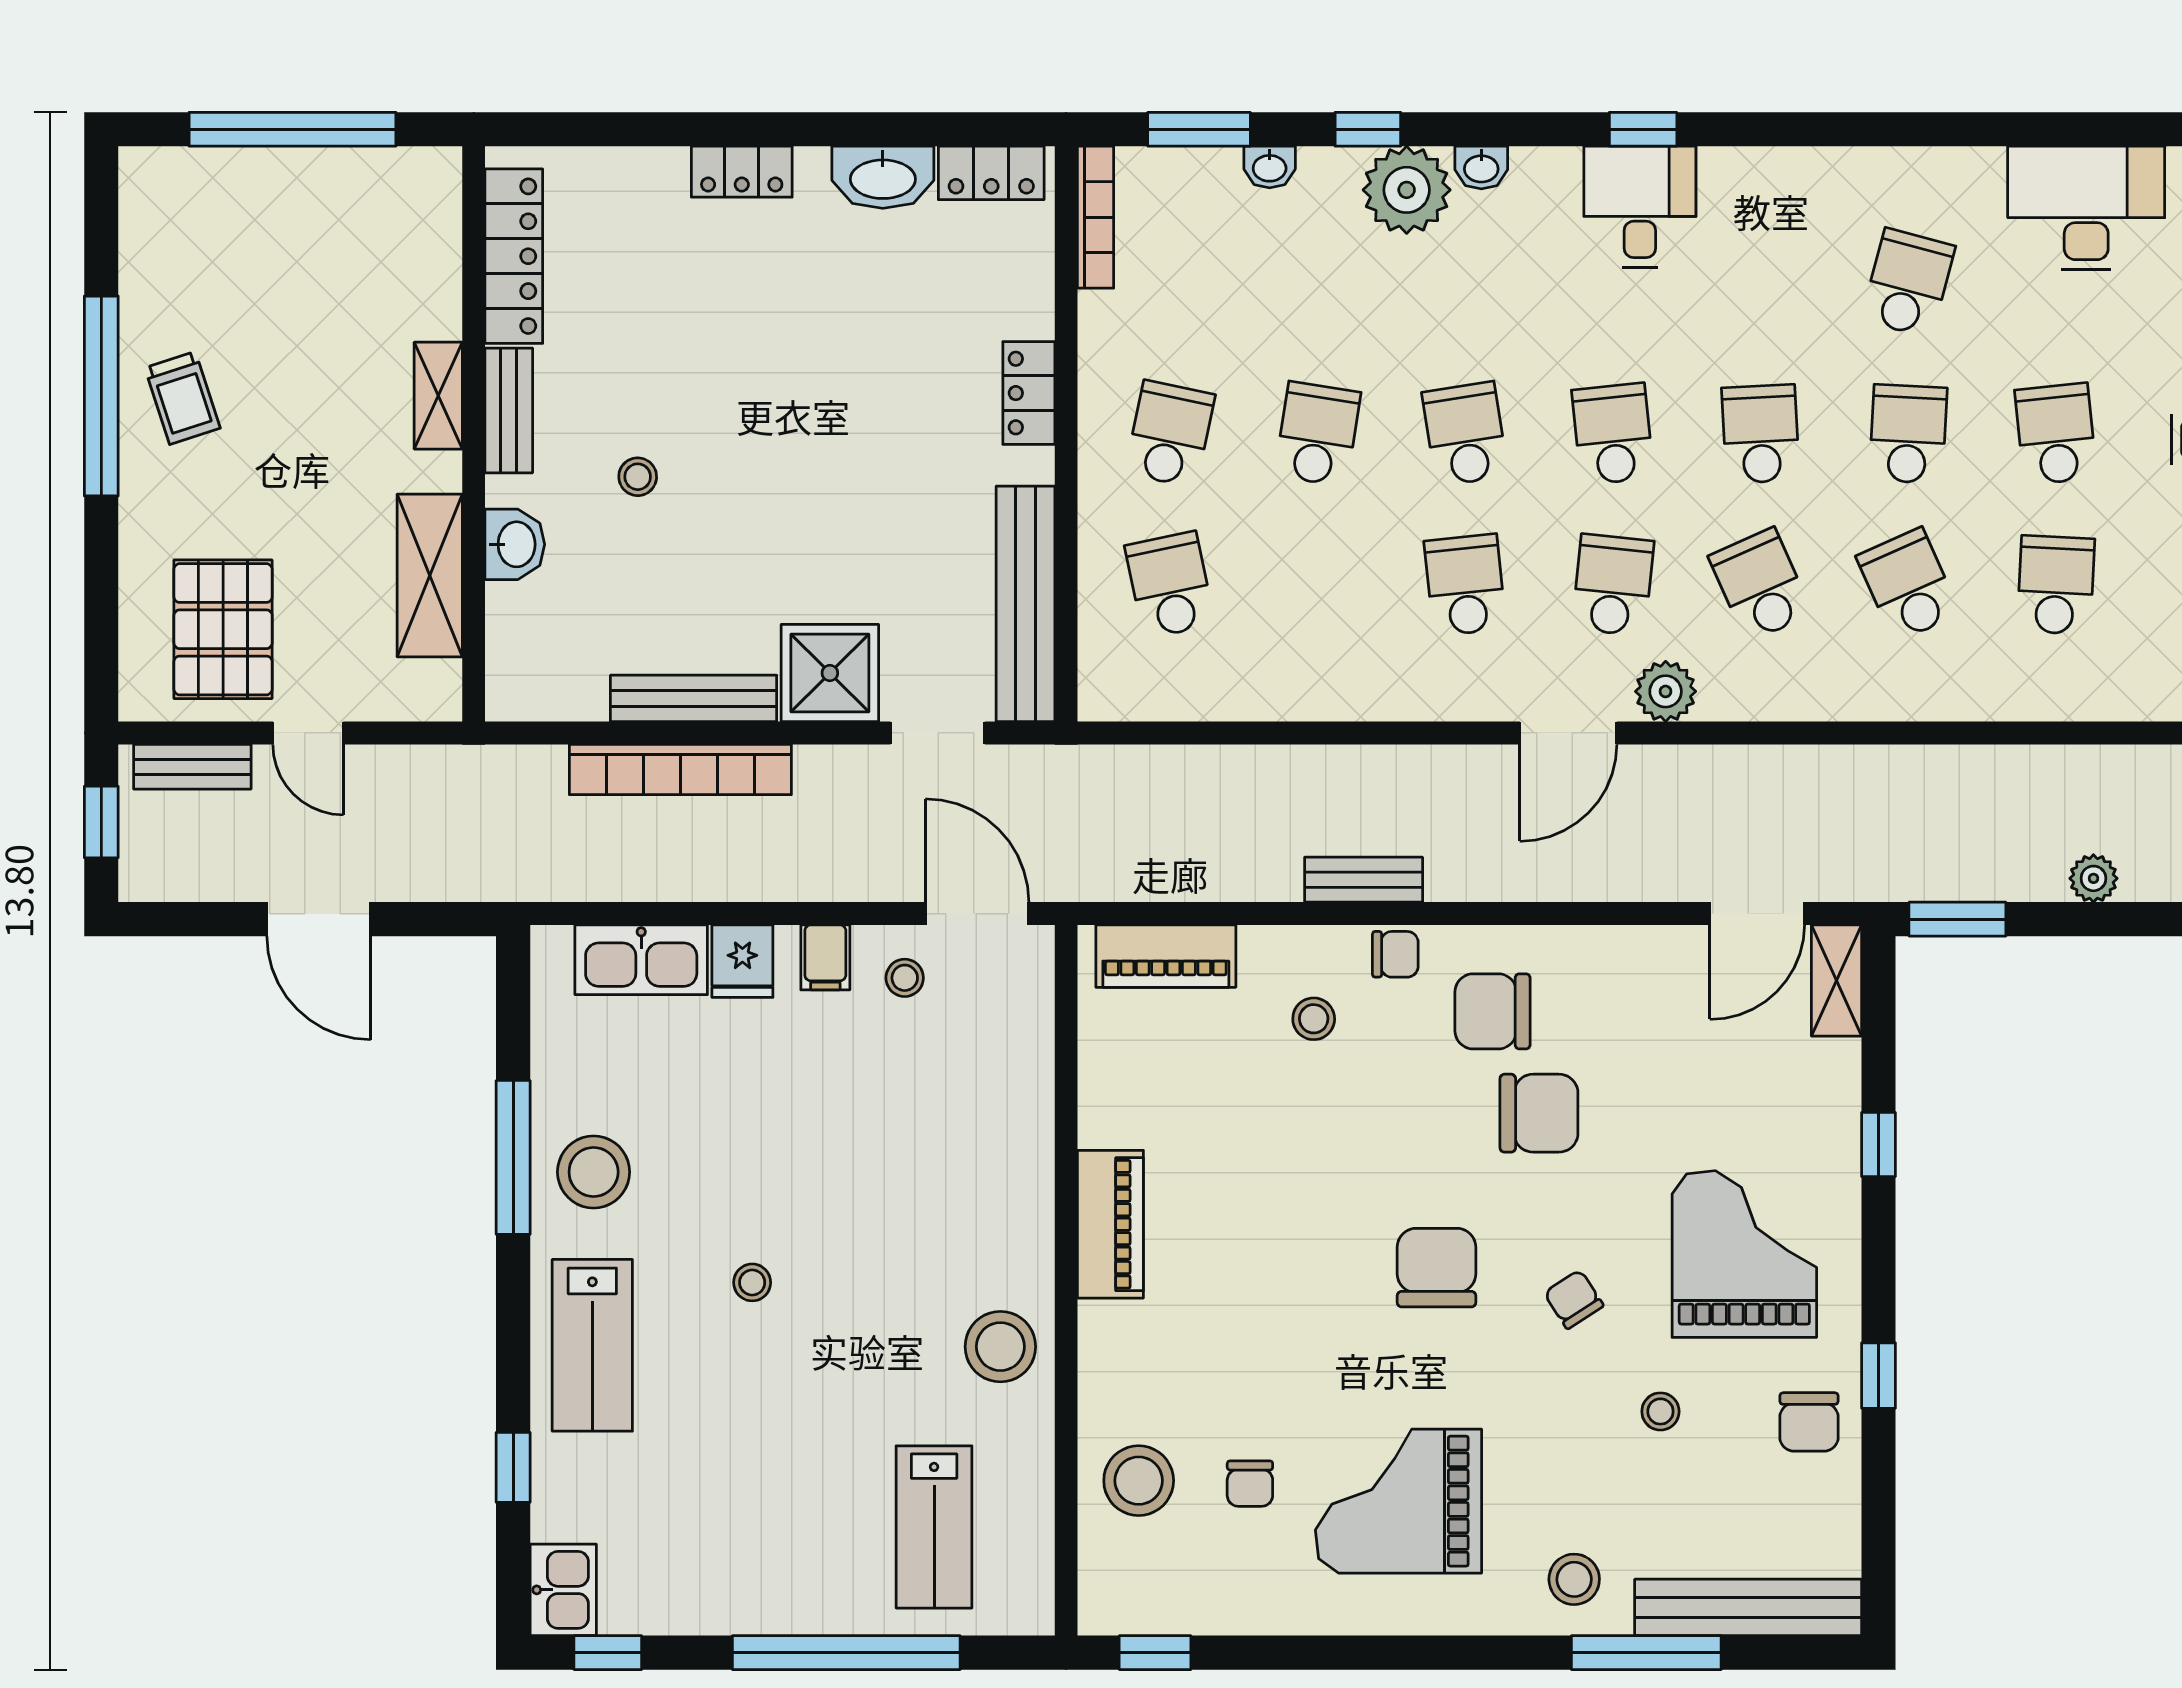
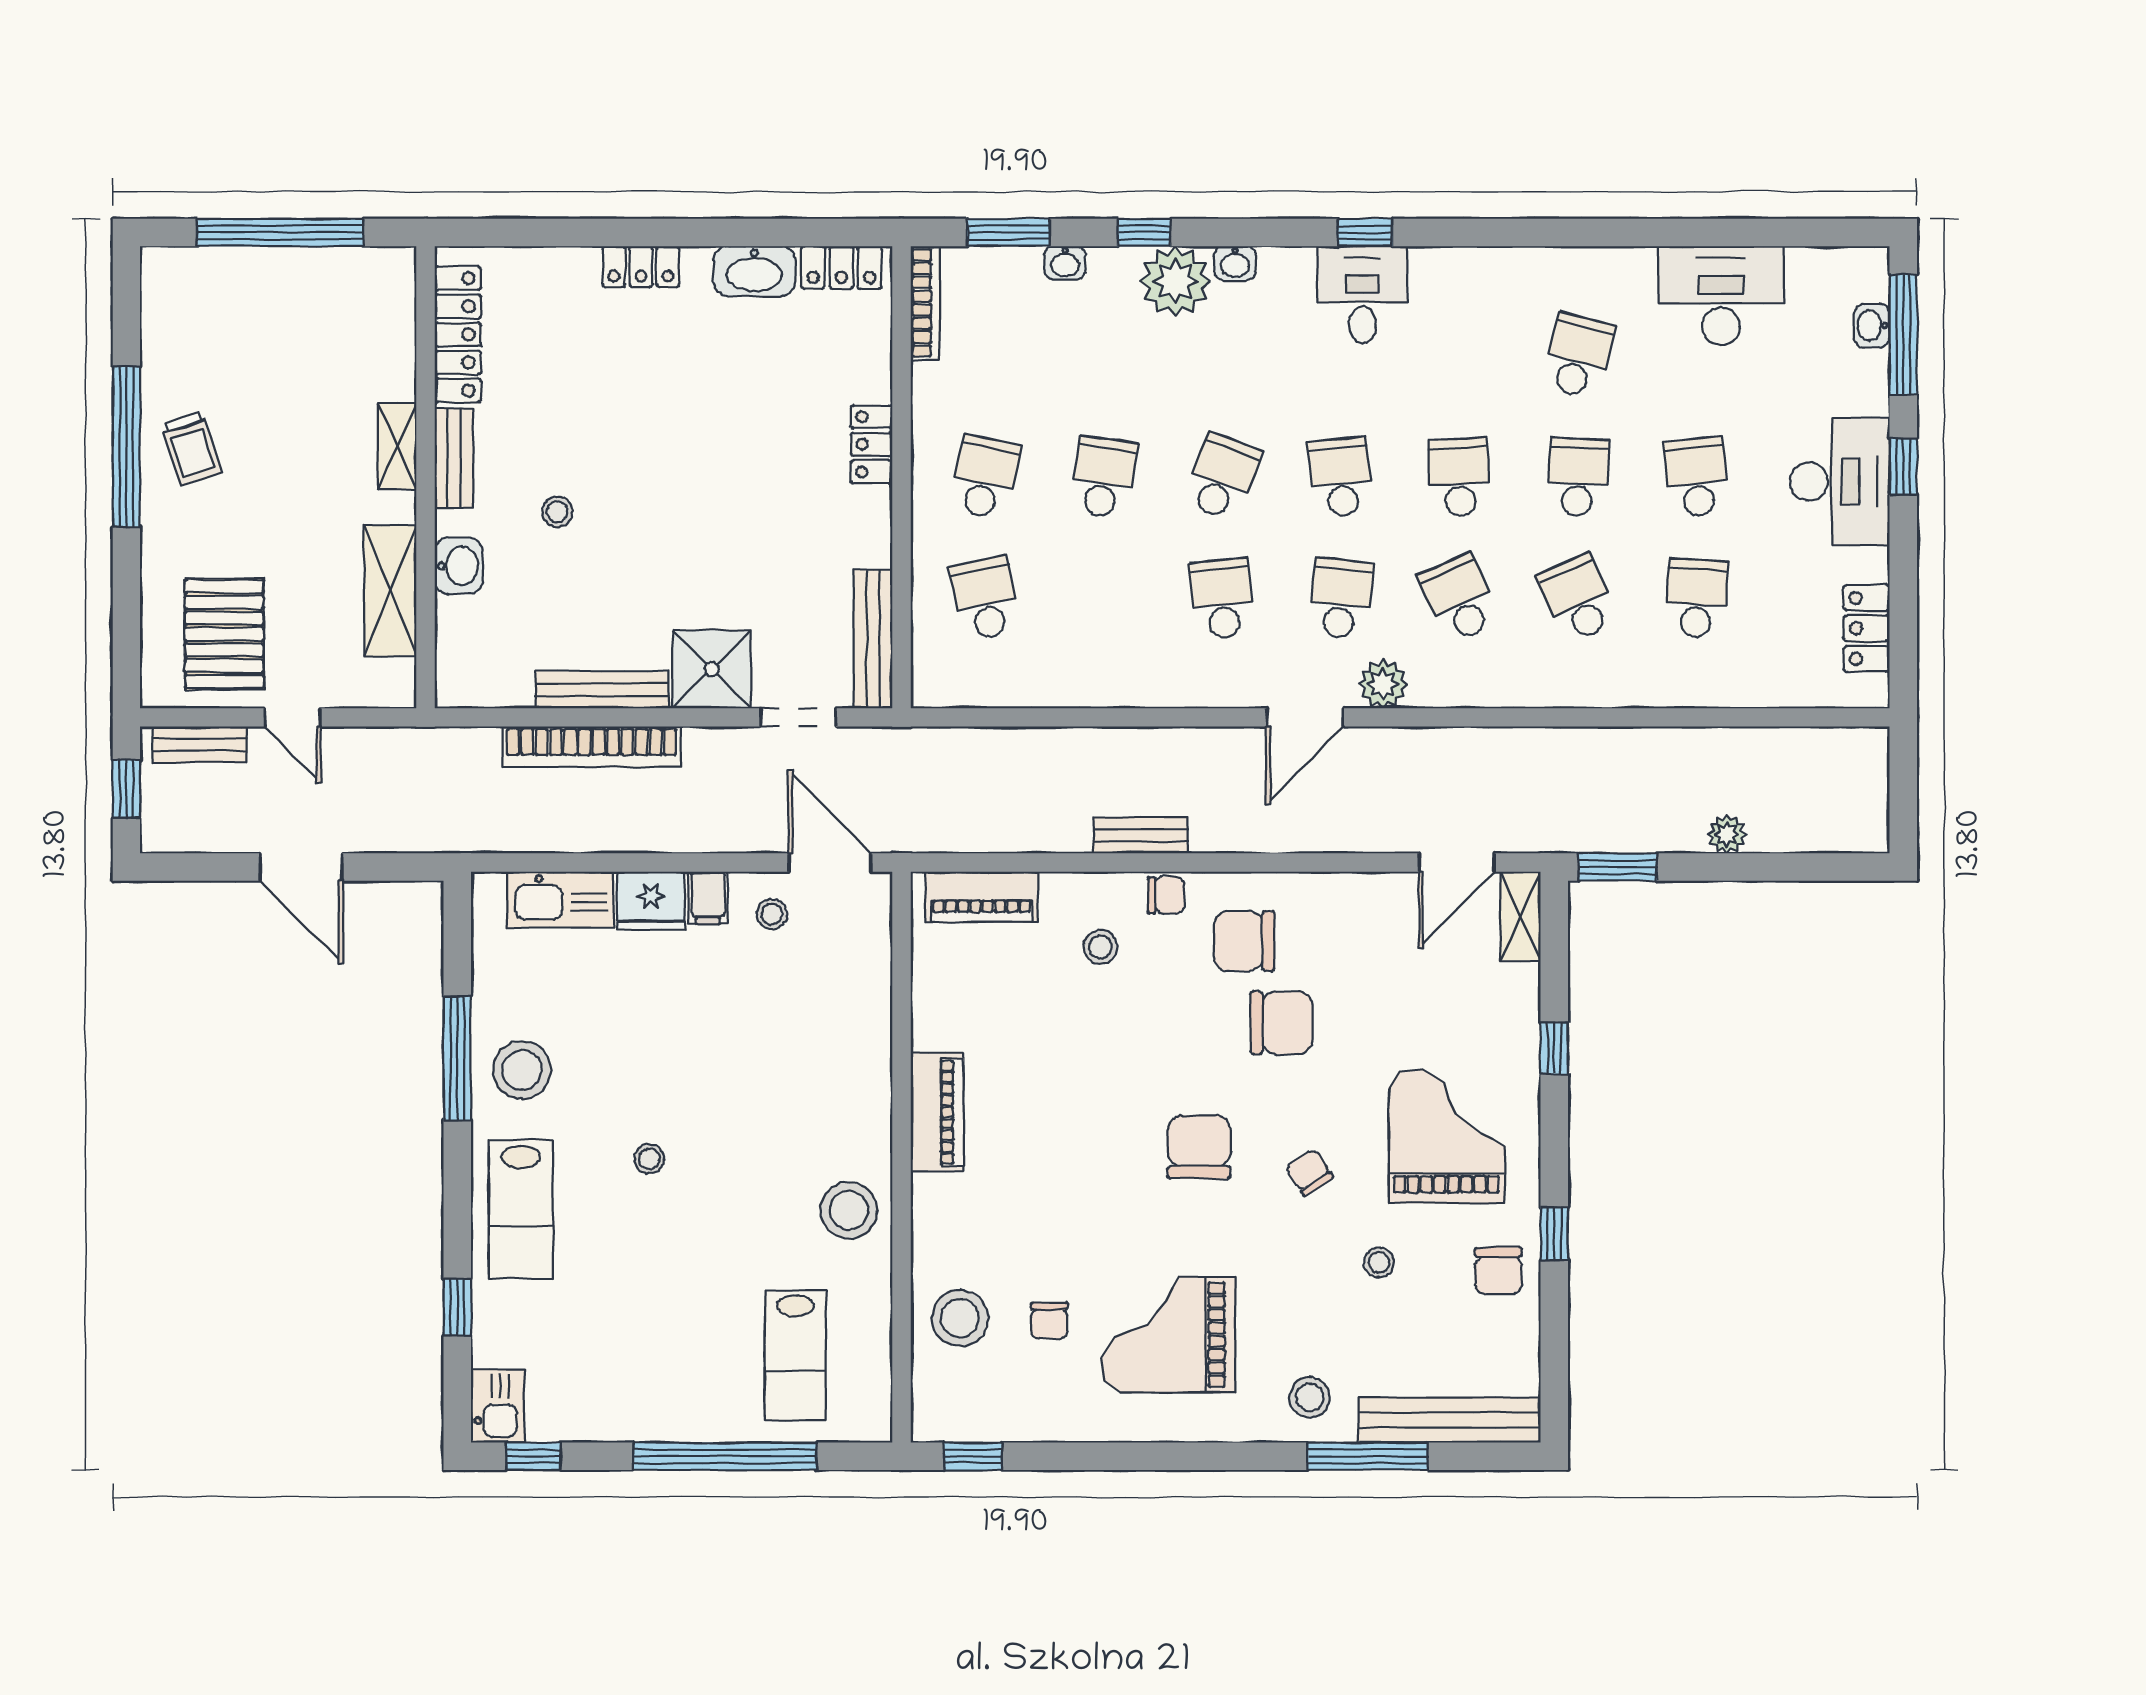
school desk: (1465, 434) -> (1222, 477), turned 30
bench: (1025, 604) -> (873, 639), width x0.73, depth x0.82
fridge: (742, 961) -> (651, 901), width x1.38

